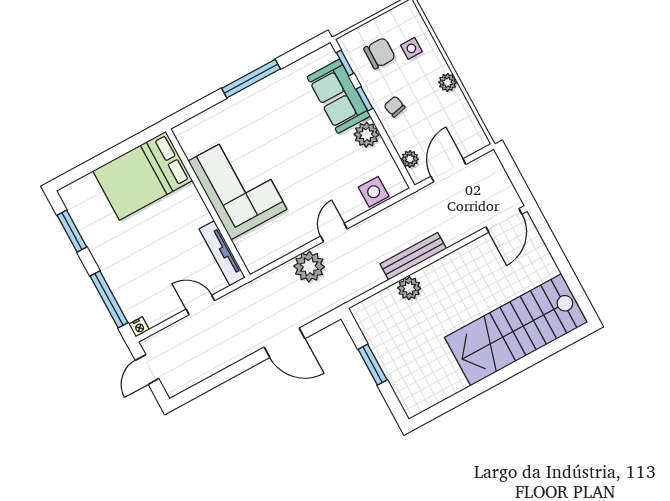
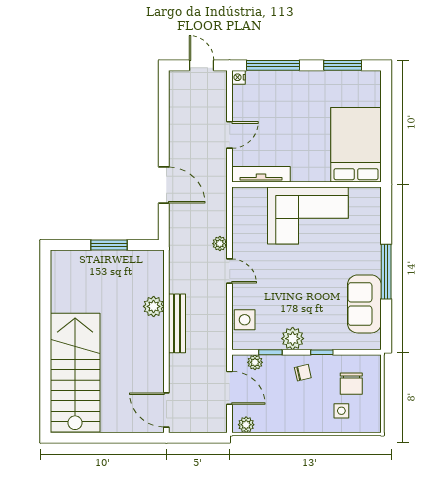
window: (345, 63) -> (270, 352), moved
plant: (448, 82) -> (246, 425), moved
sofa: (339, 96) -> (364, 304), moved, turned -90
plant: (309, 267) -> (220, 244), width x0.53, depth x0.53
door: (285, 343) -> (164, 185), swing flipped

